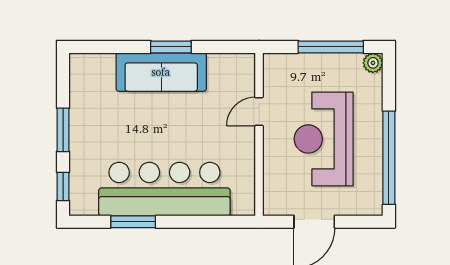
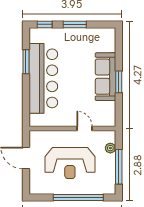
plant: (373, 63) -> (110, 148), moved
reception desk: (324, 139) -> (70, 163), turned 180
window: (389, 158) -> (78, 198), moved

